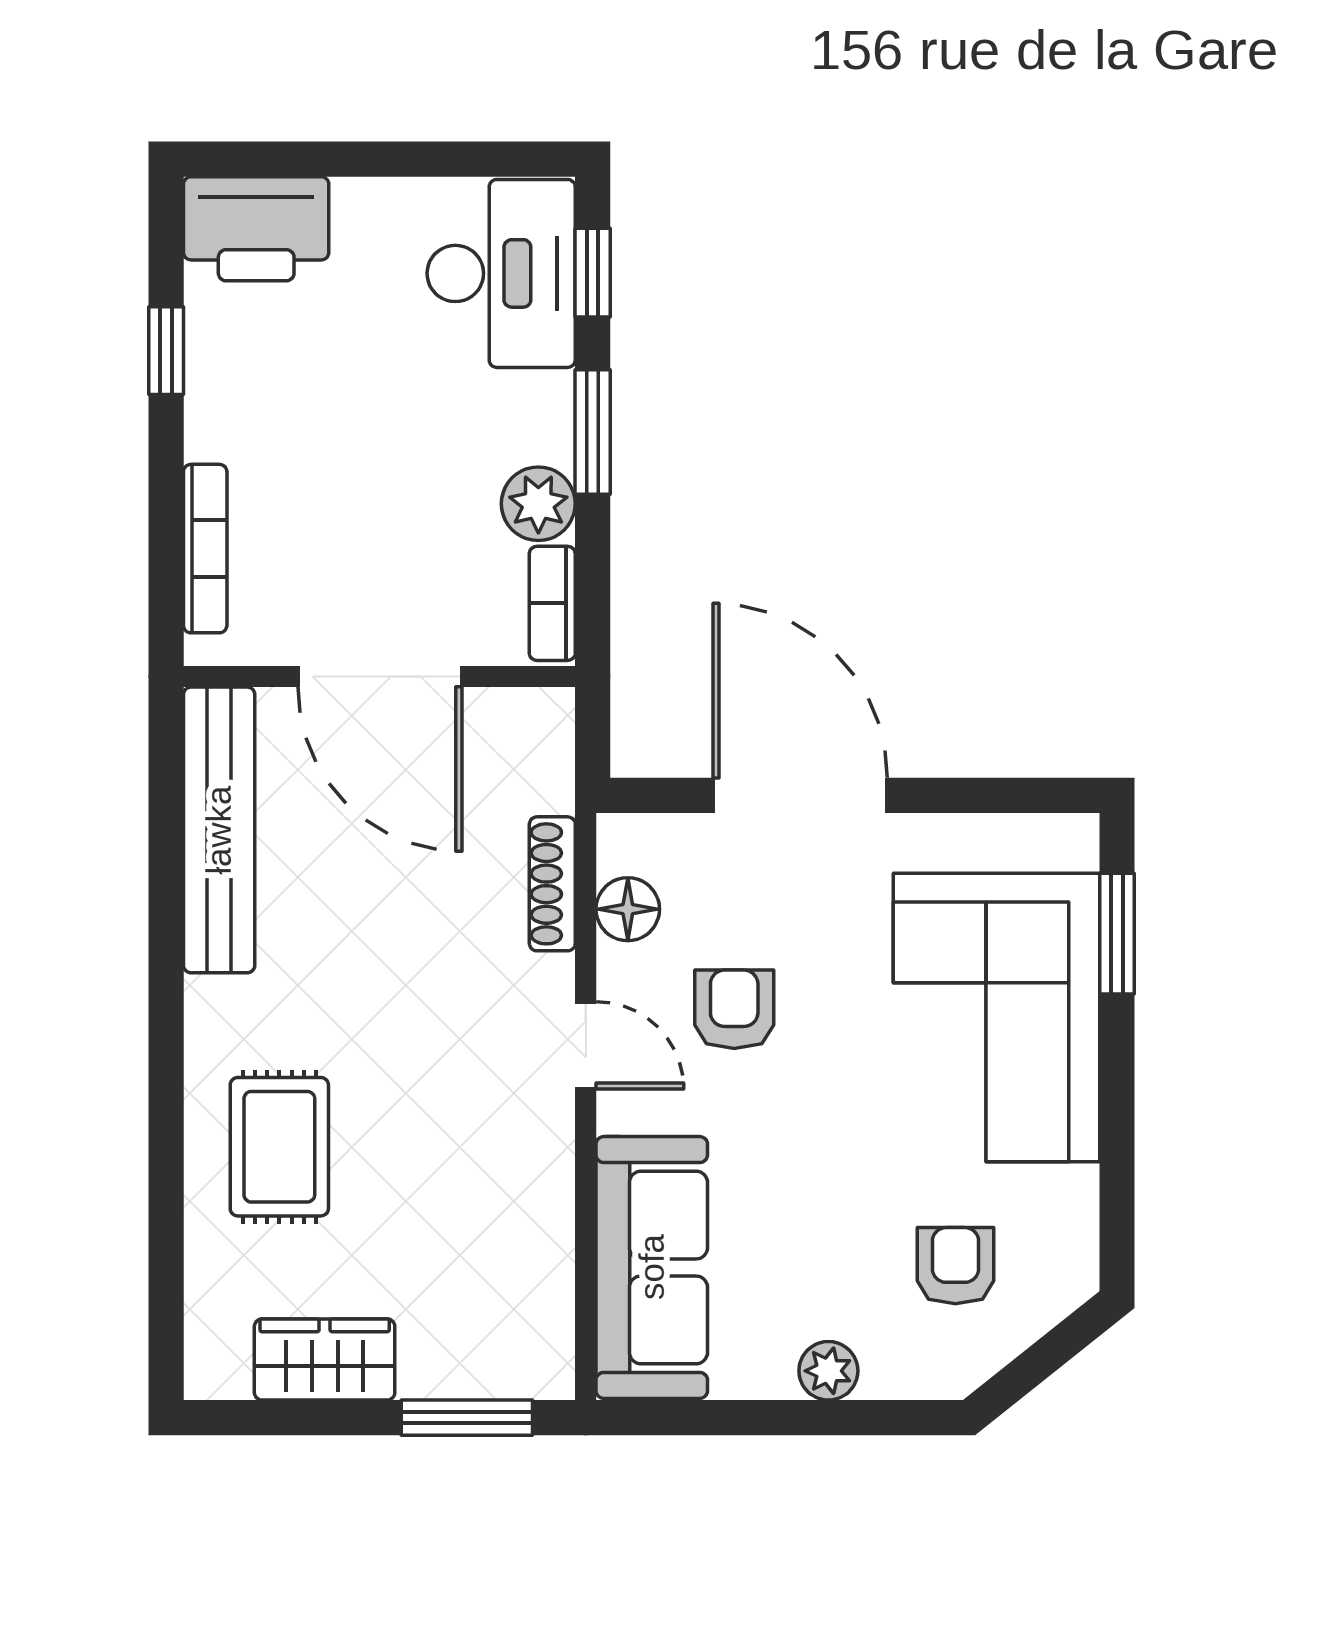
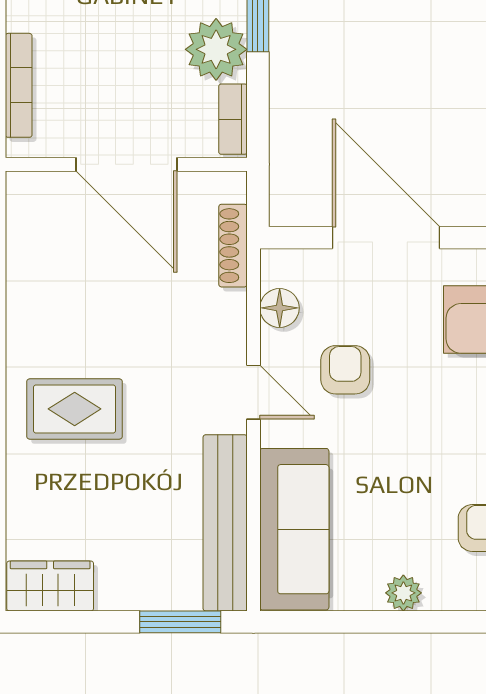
plant: (538, 504) -> (216, 49), width x1.36, depth x1.36
bench: (219, 830) -> (225, 523), moved
shoe rack: (552, 884) -> (233, 246), moved
rug: (279, 1147) -> (75, 409), moved, turned 90
wardrobe: (325, 1359) -> (50, 586), moved

